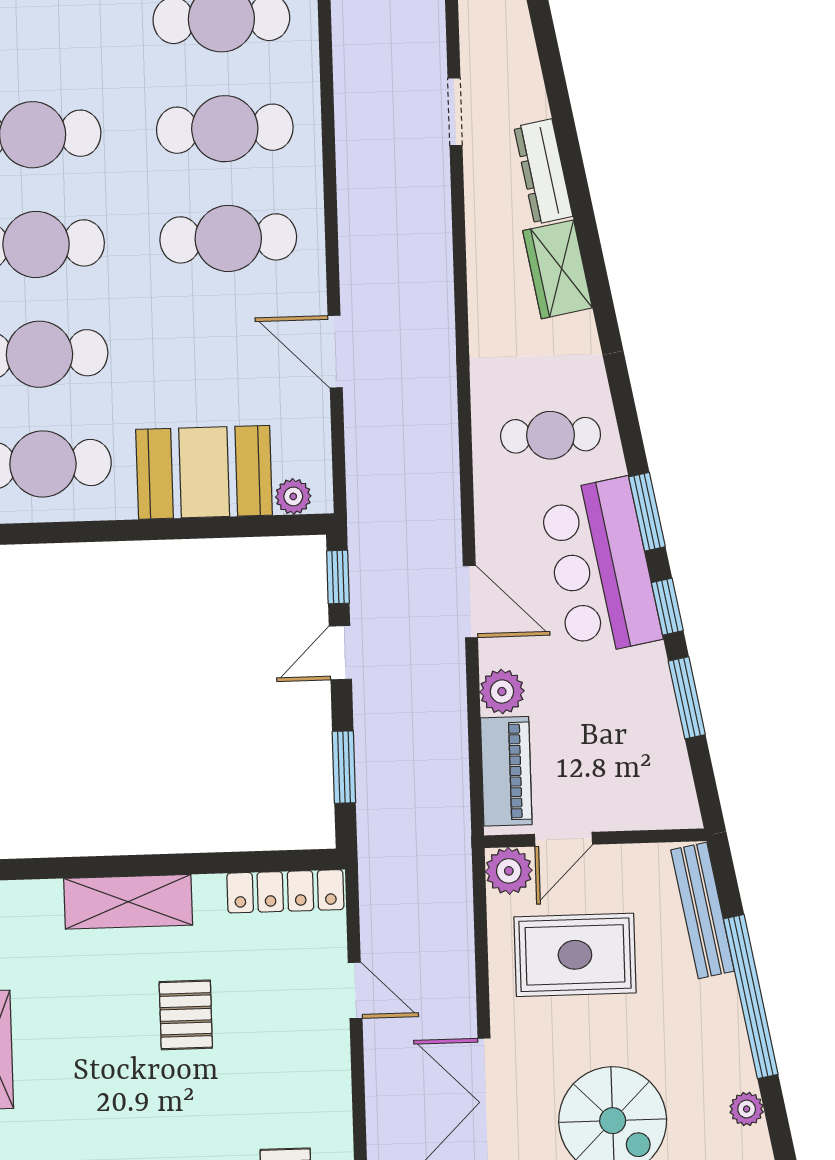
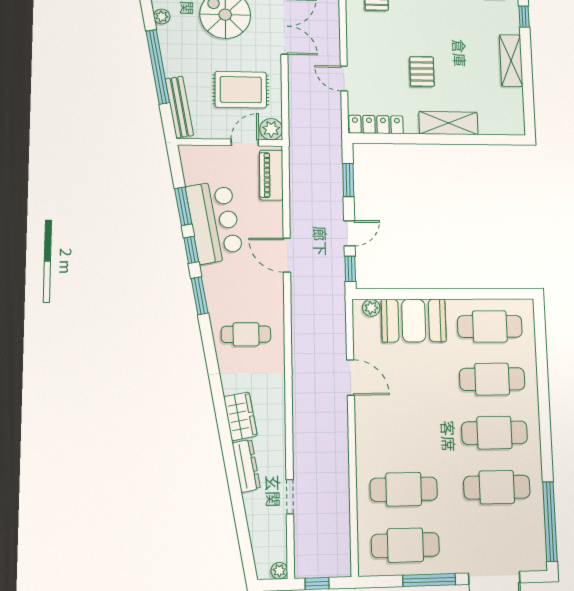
cafe table: (228, 238) -> (402, 434), removed
bar counter: (600, 567) -> (214, 222), moved
plant: (502, 692) -> (273, 212), removed

